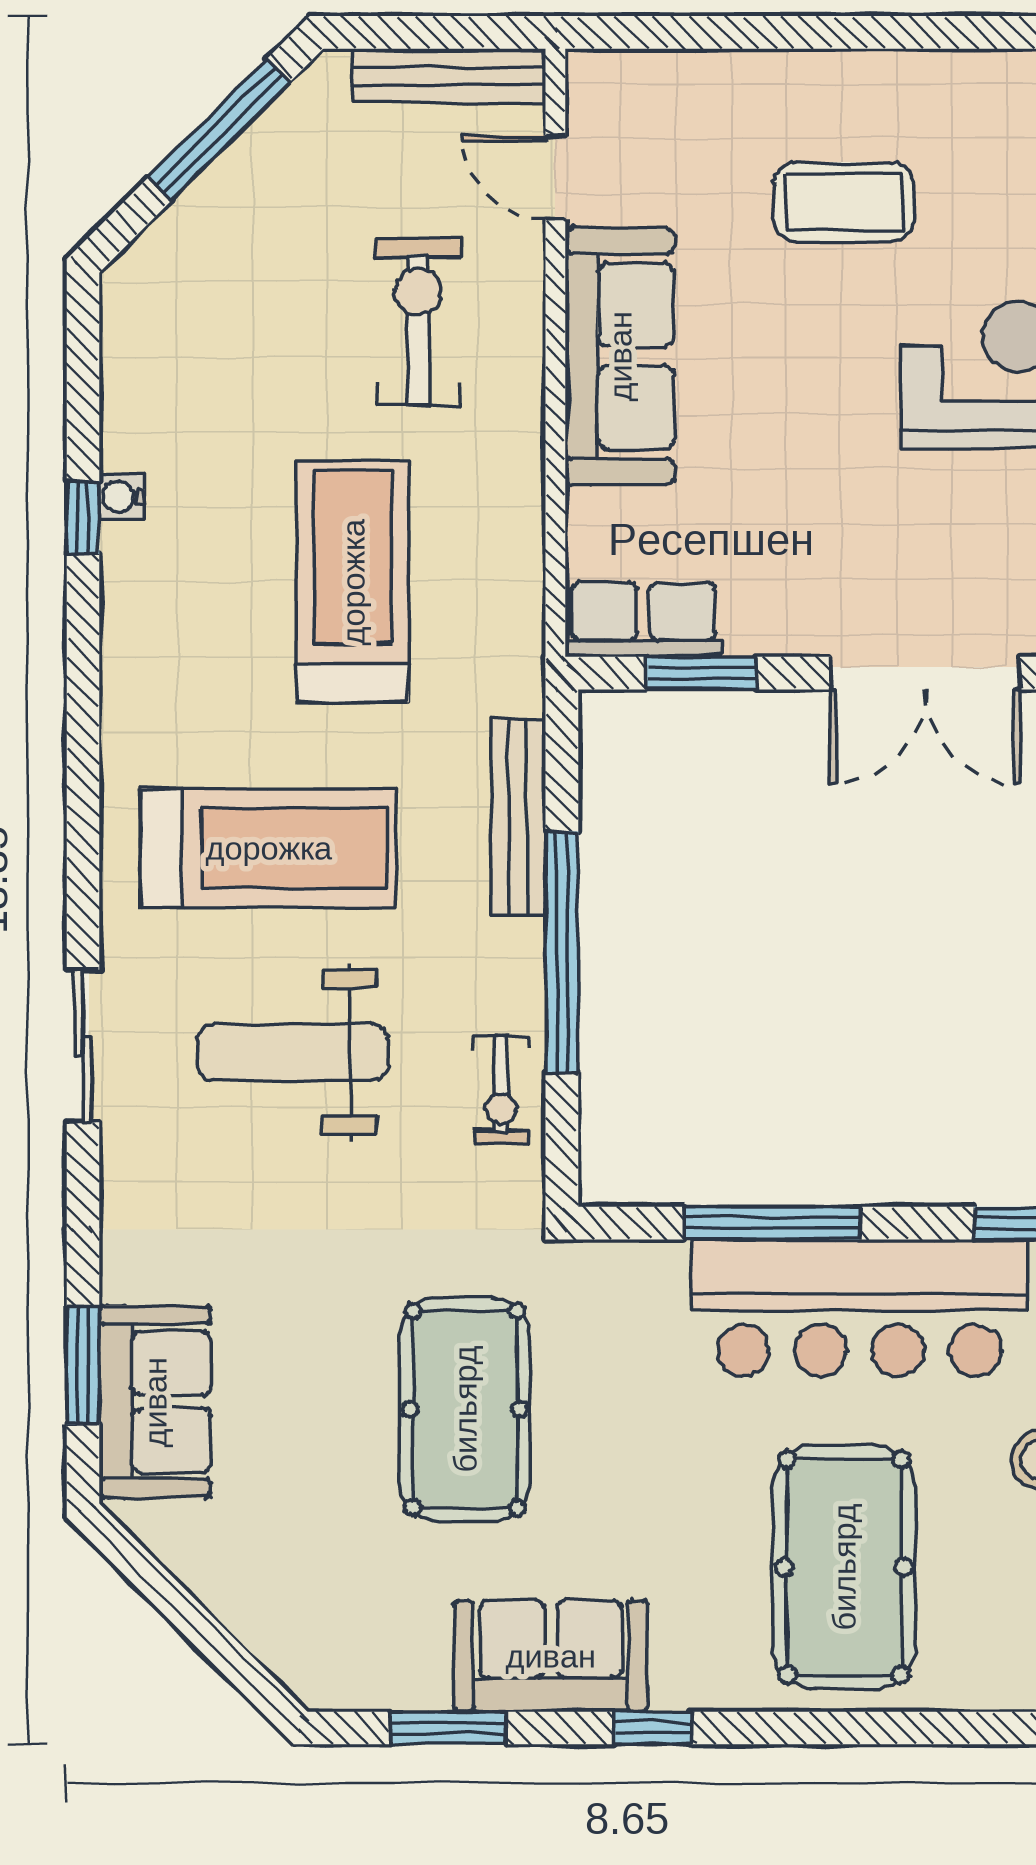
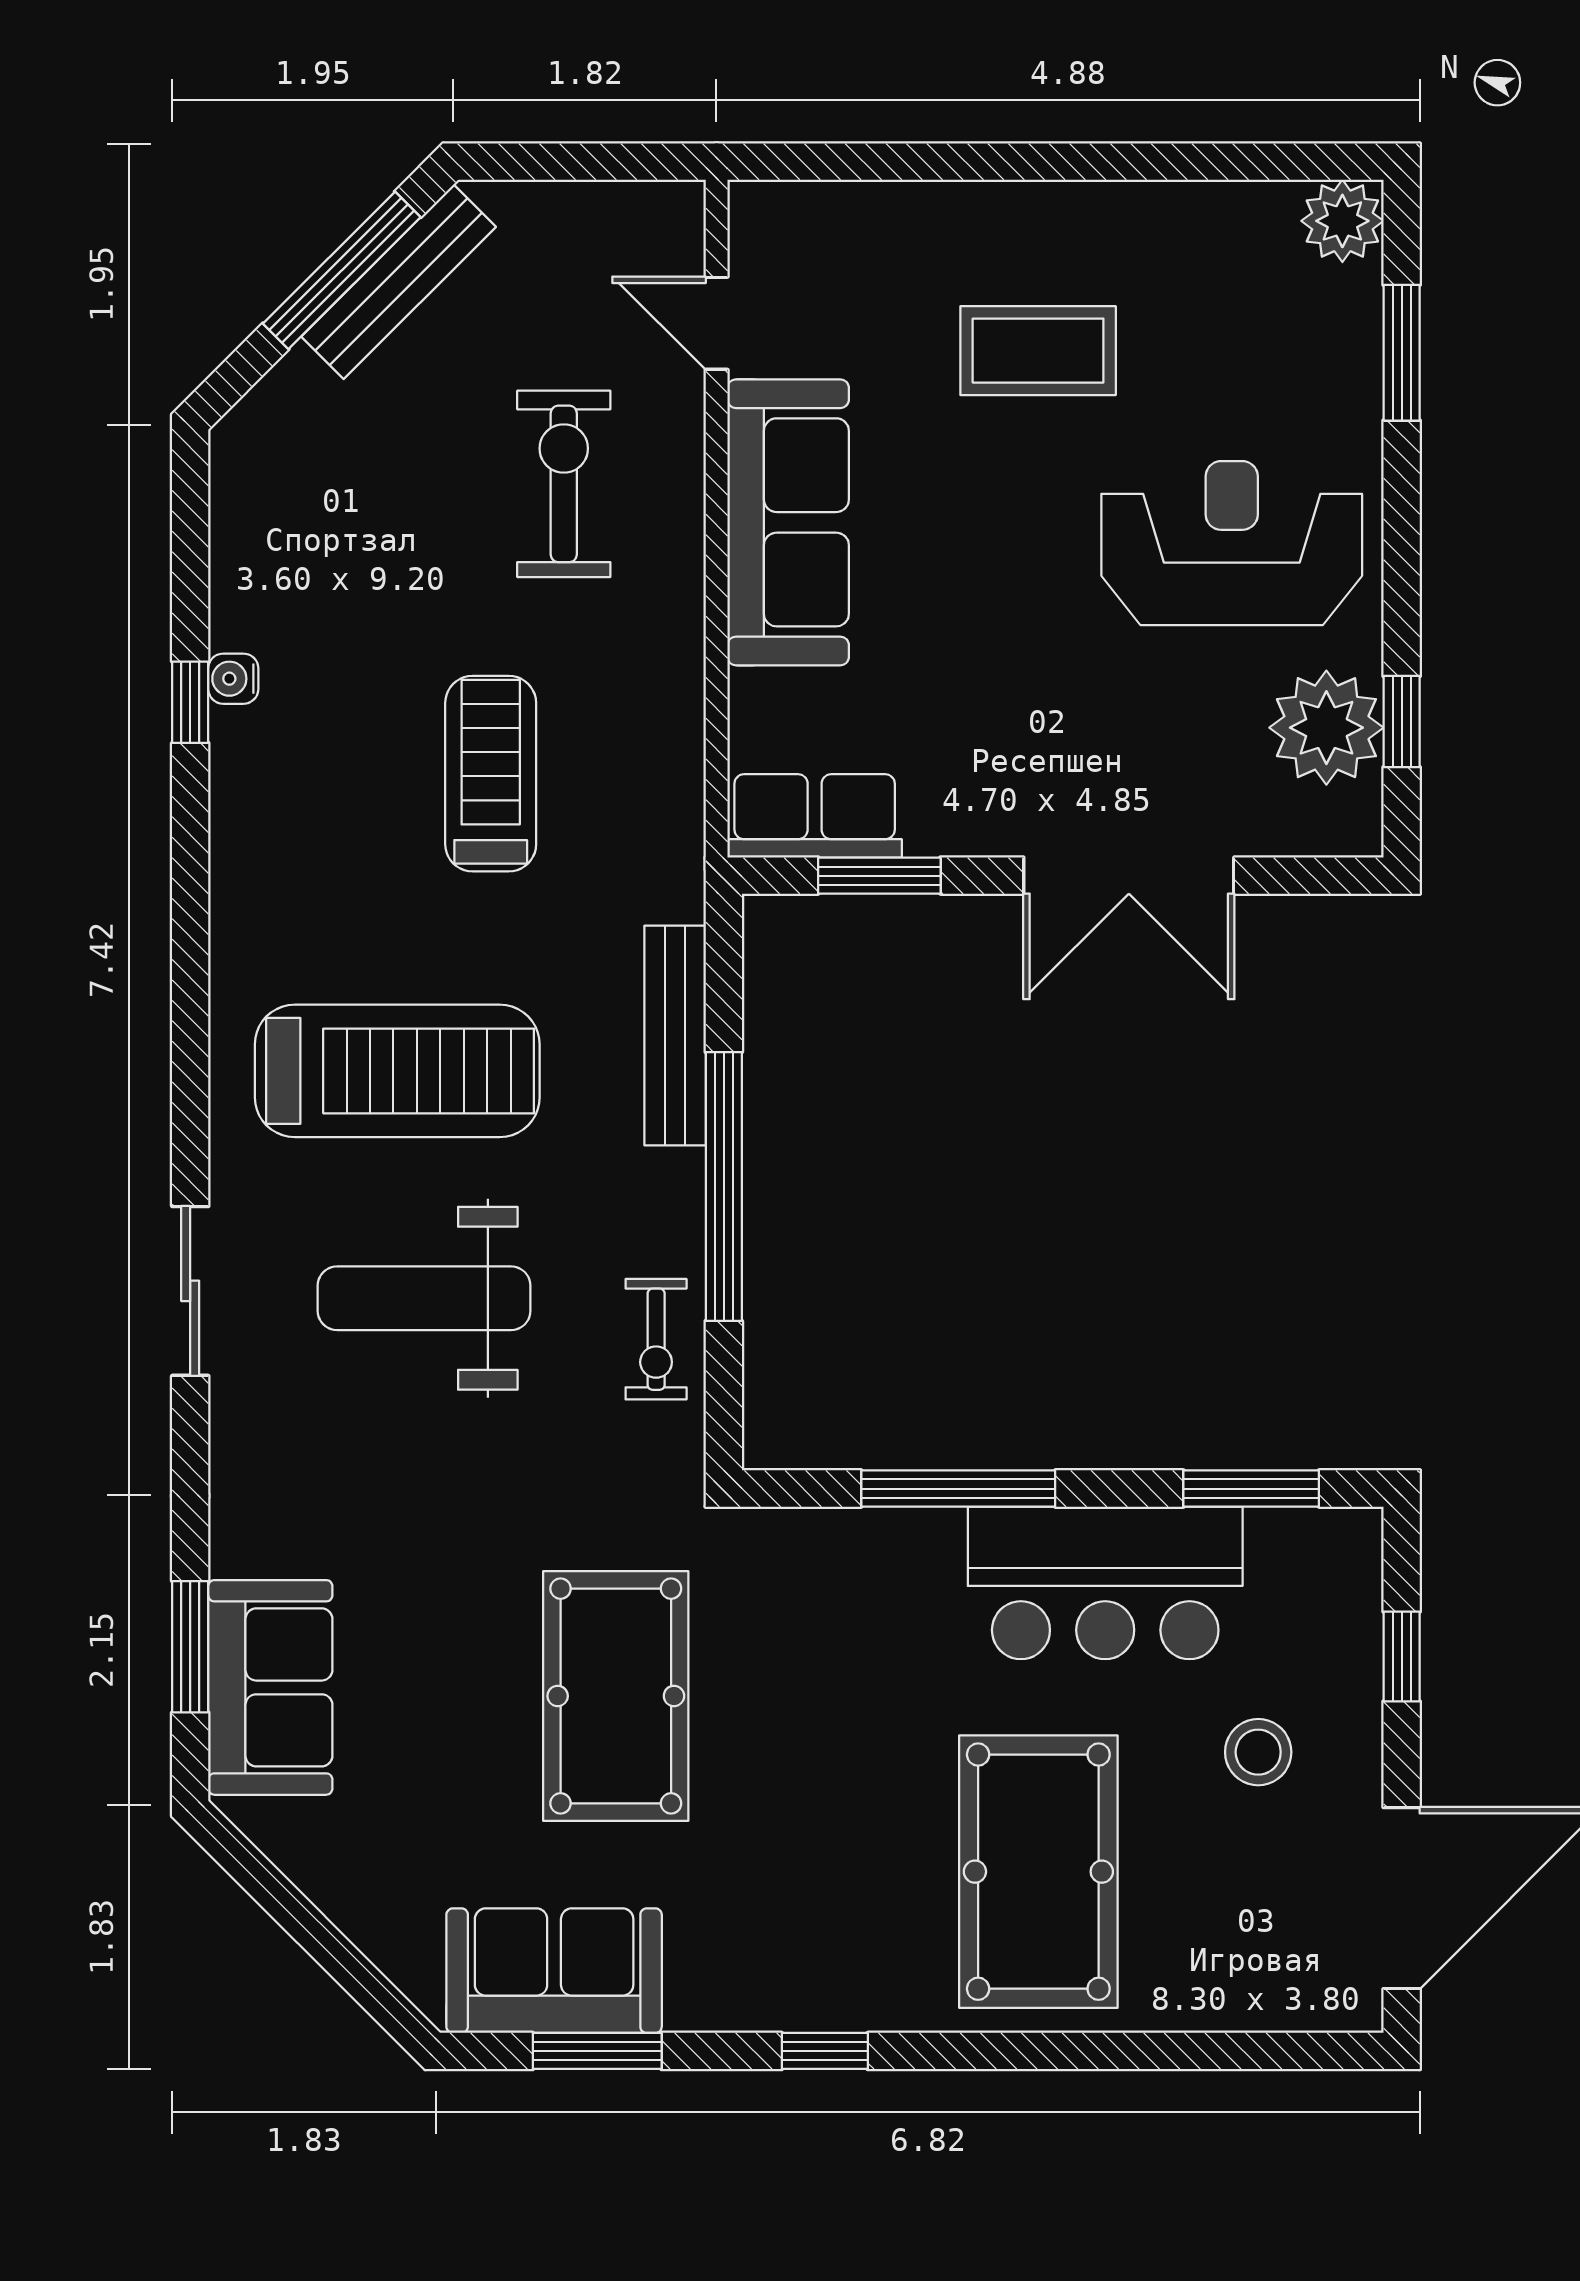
bench: (449, 76) -> (399, 282), moved, turned -45
treadmill: (353, 582) -> (491, 774), width x0.73, depth x0.73
bar counter: (859, 1308) -> (1105, 1583), width x0.73
sofa: (551, 1656) -> (554, 1971), moved

